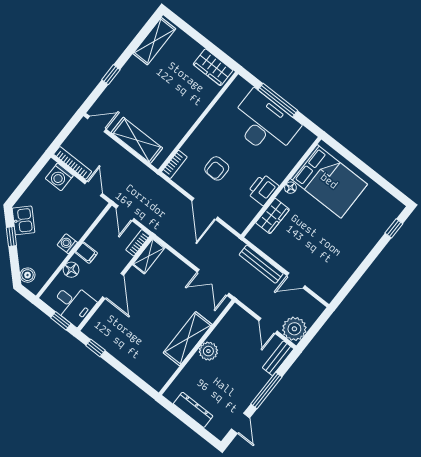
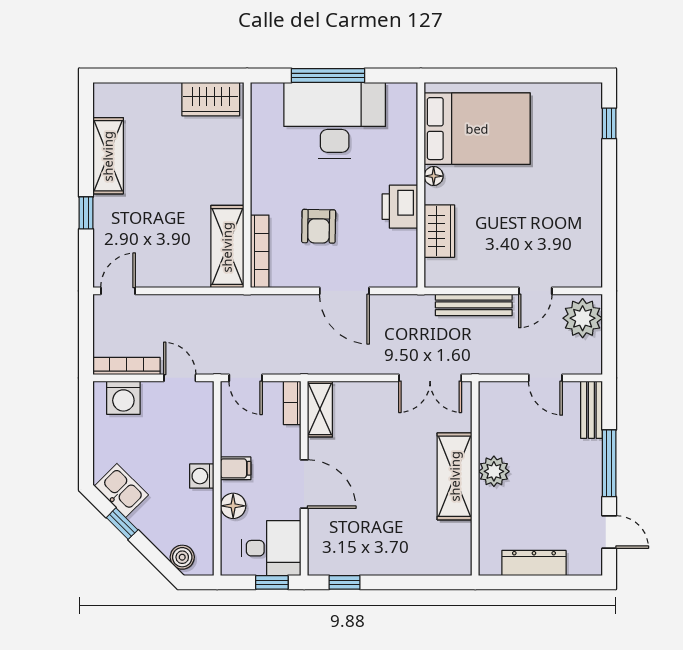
shelving: (154, 41) -> (108, 156), moved
shelving: (137, 140) -> (227, 247), moved, turned 90
bookcase: (174, 164) -> (260, 251), width x1.56
plant: (294, 329) -> (583, 318), moved

